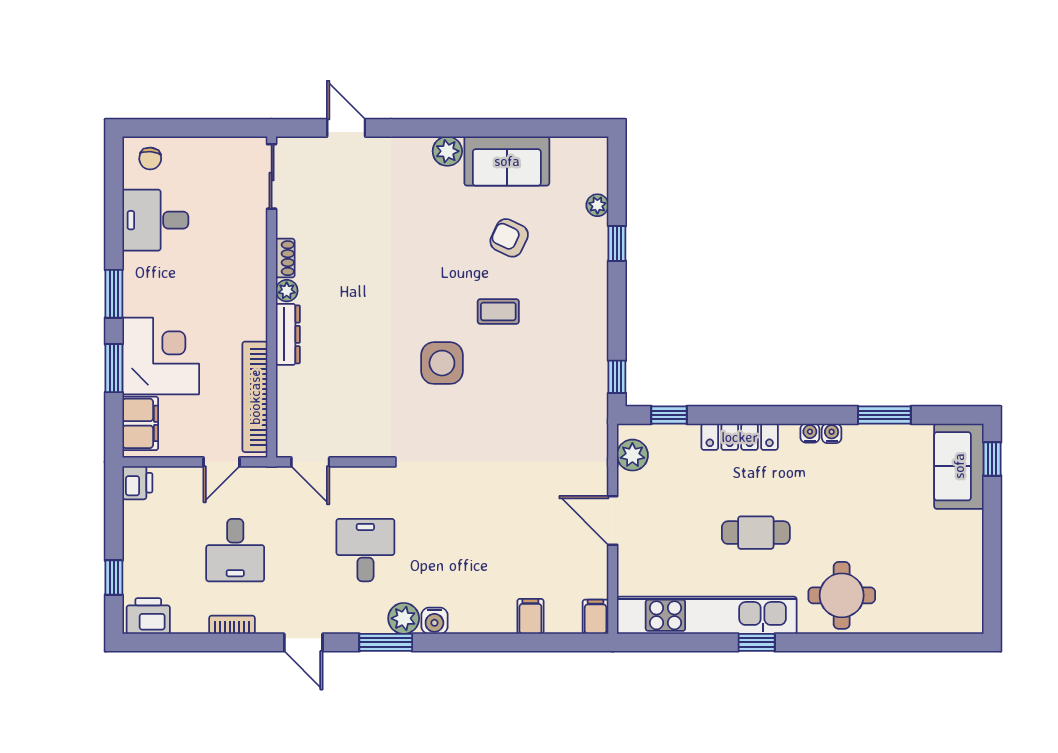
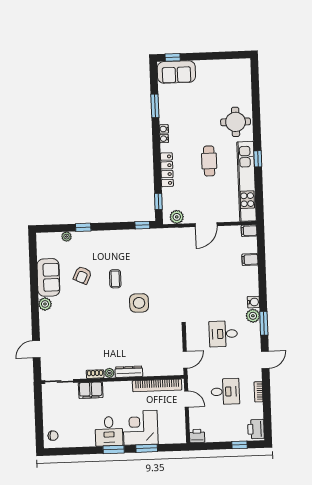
desk: (155, 220) -> (109, 431), moved
filing cabinet: (140, 423) -> (91, 390), moved, turned 180

